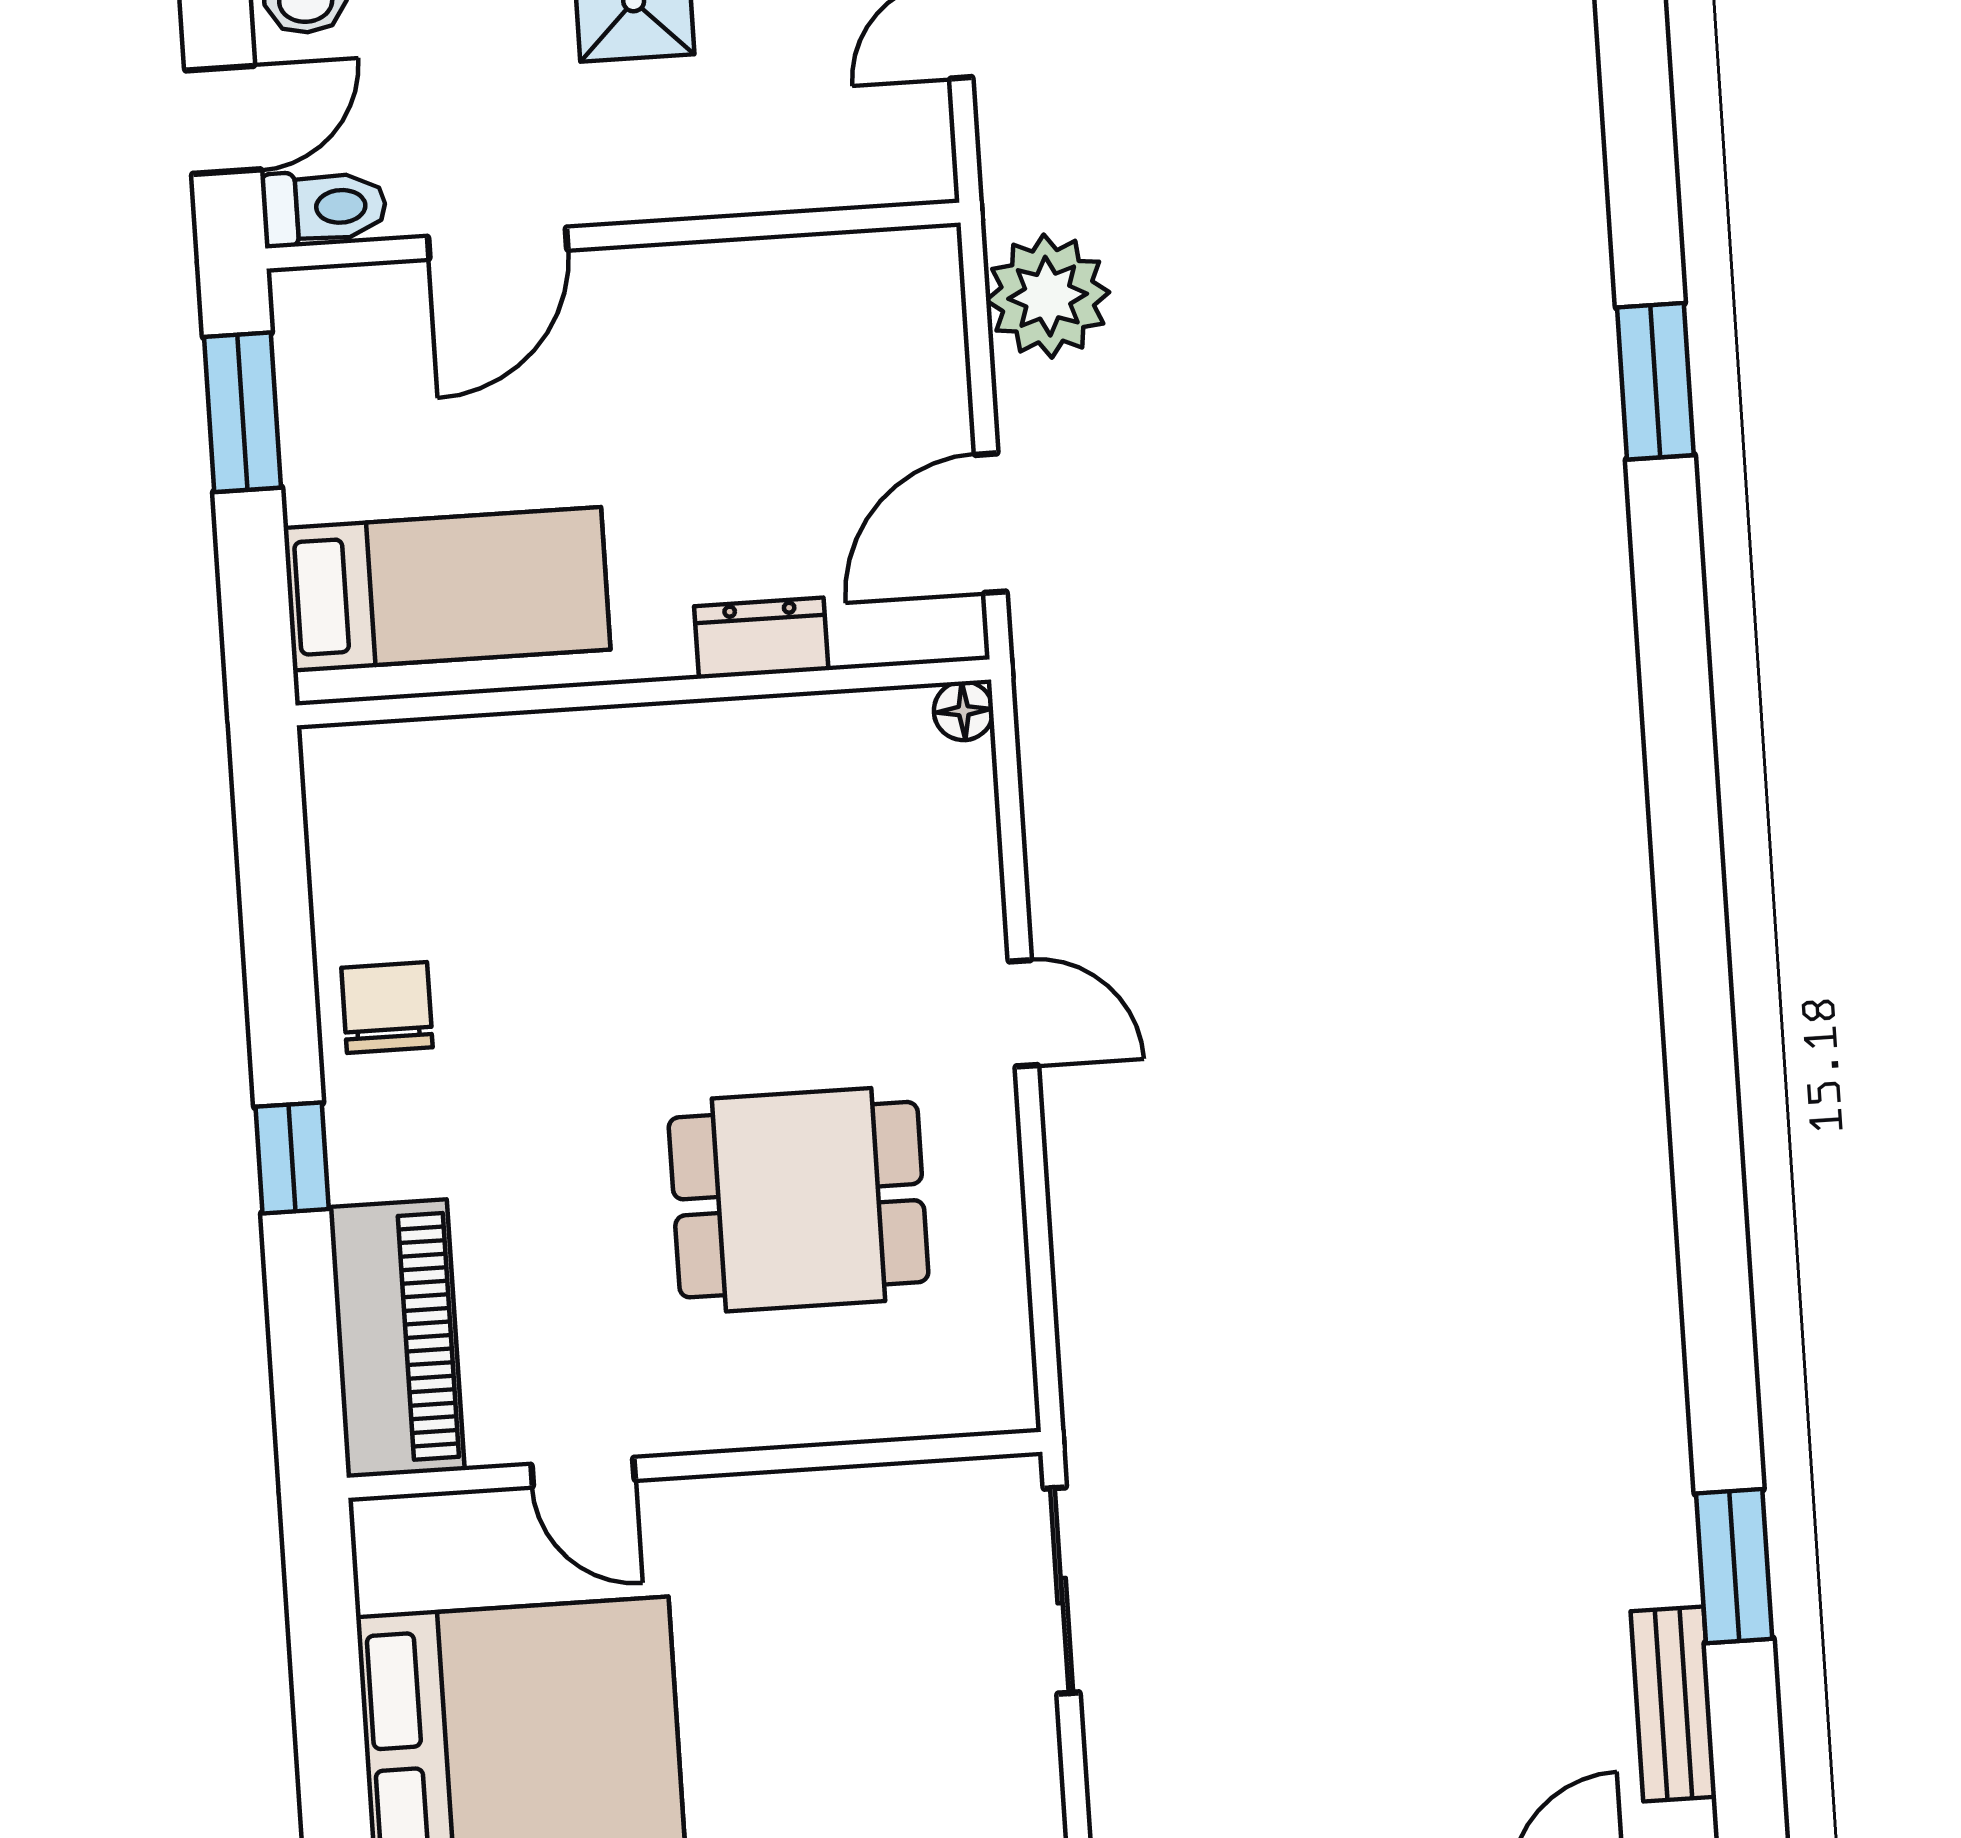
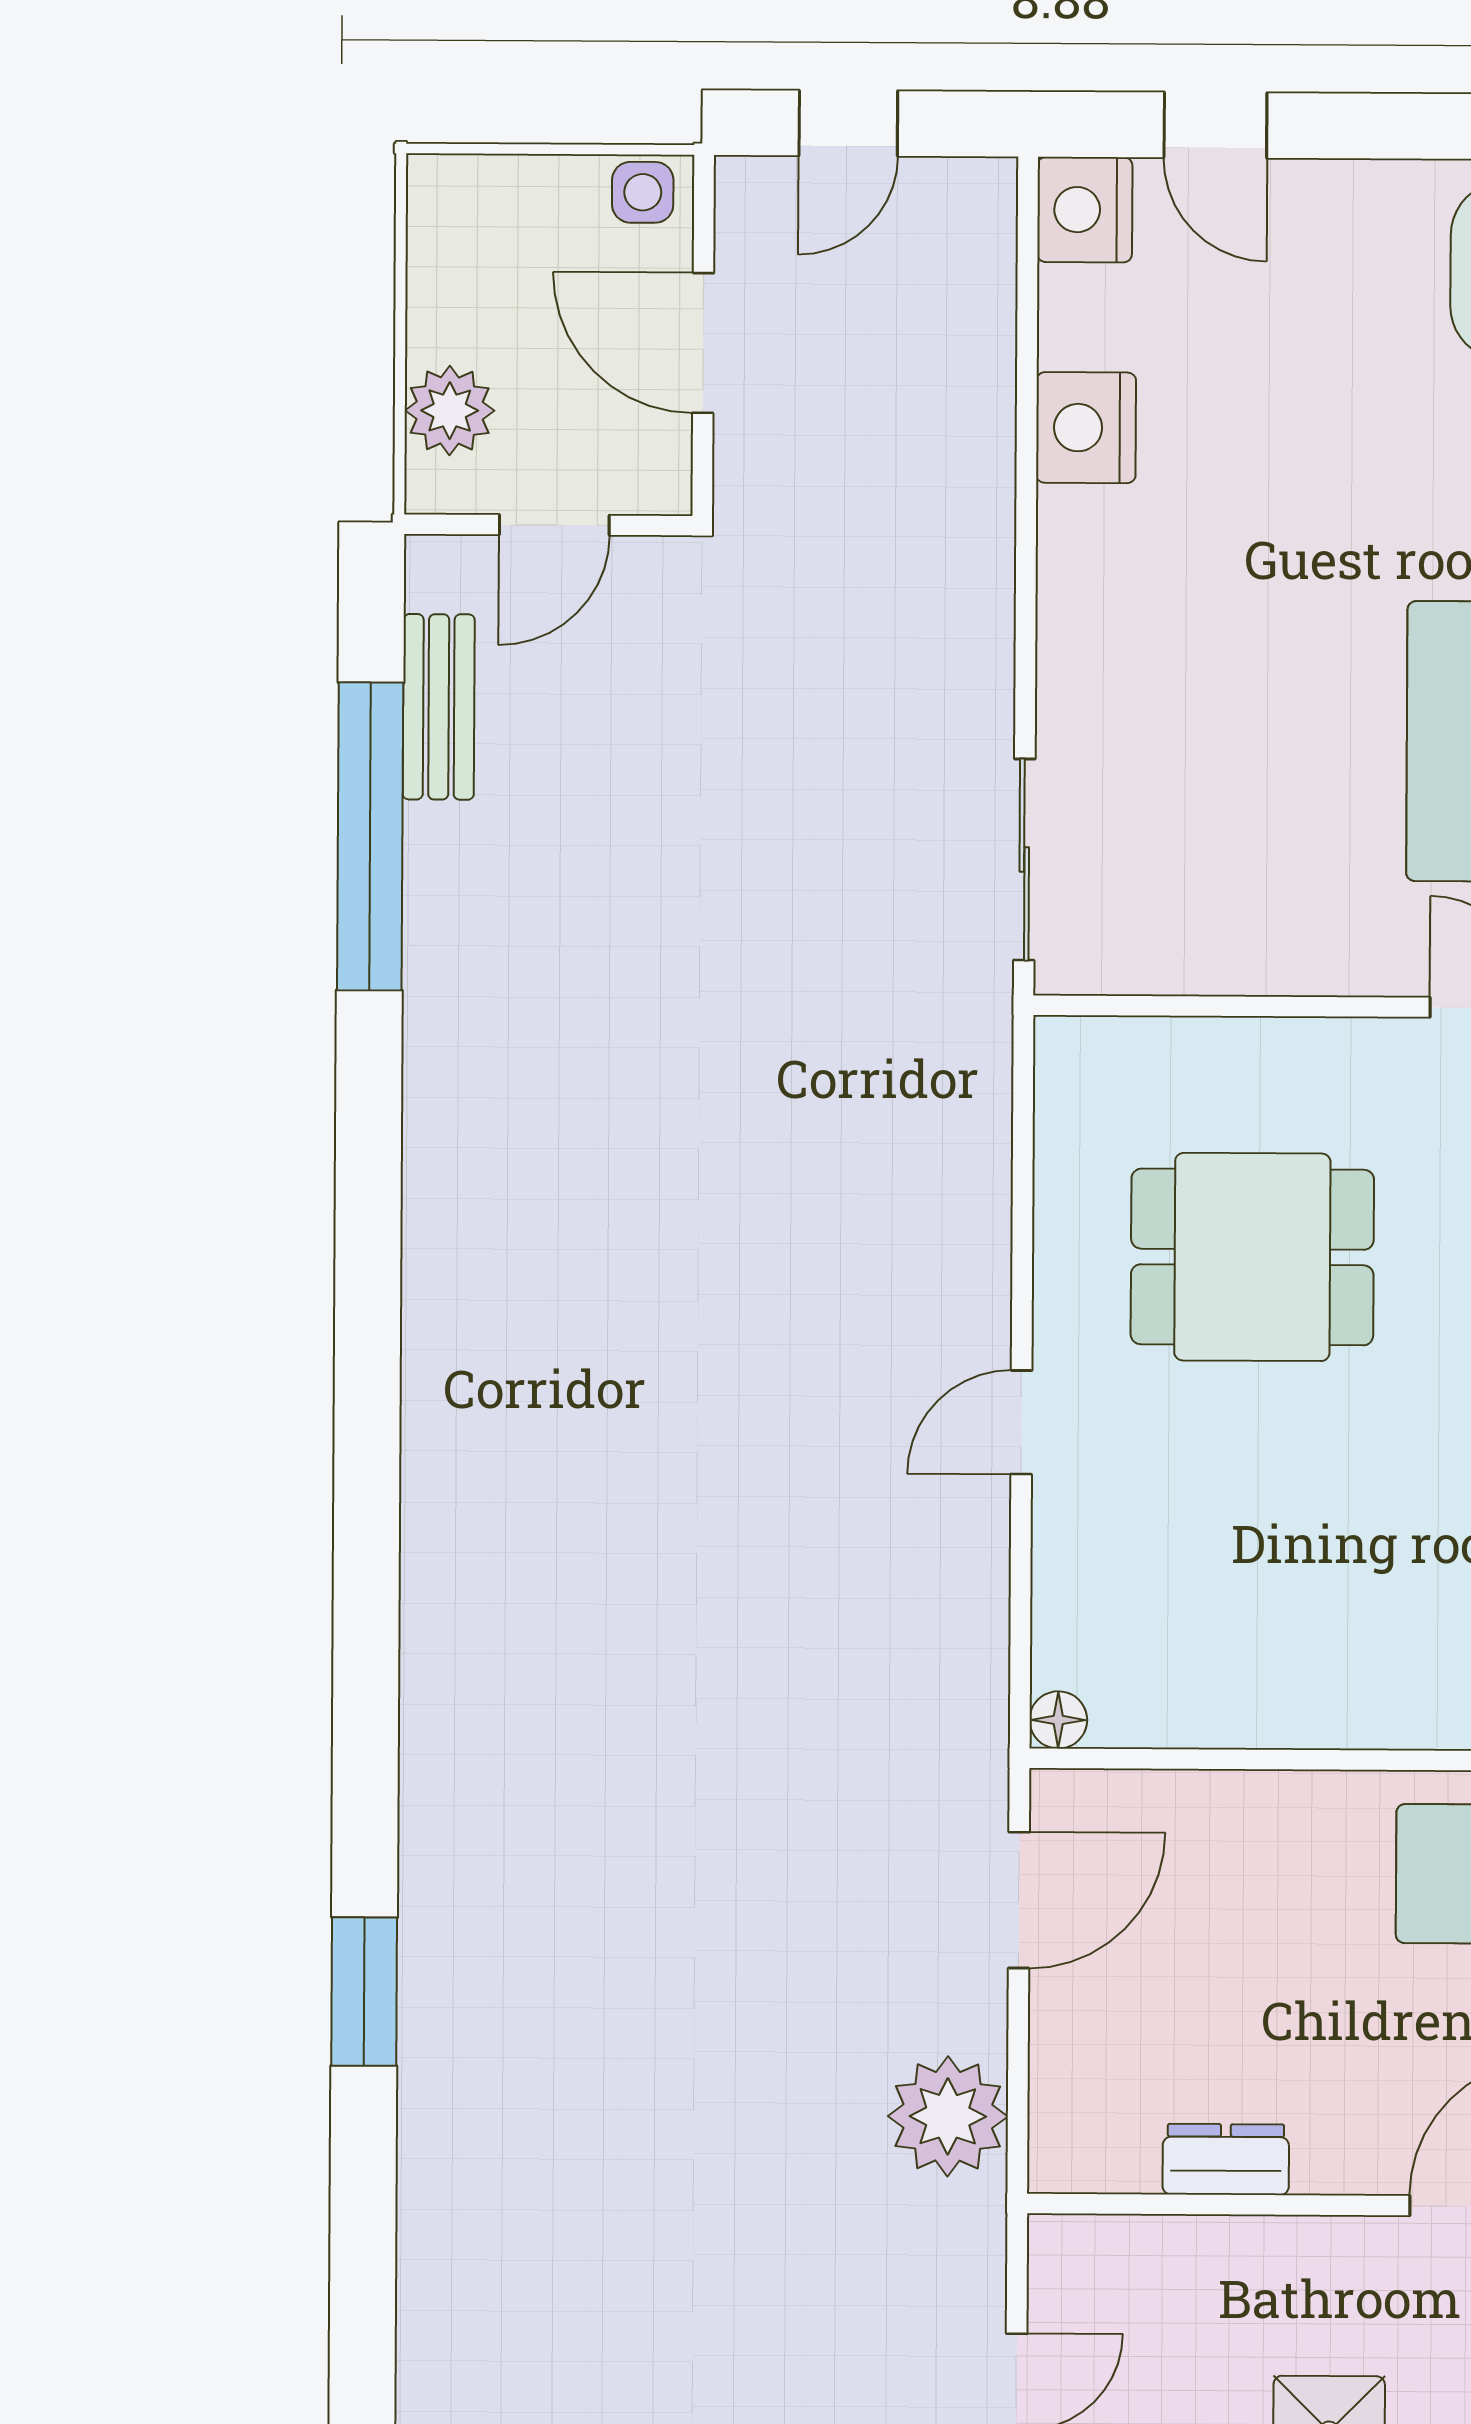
dresser: (761, 638) -> (1226, 2159), moved, turned 180
door: (1023, 1013) -> (1021, 1422), hinge flipped
window: (1734, 1566) -> (370, 836), width x2.11

